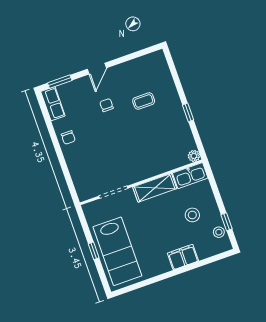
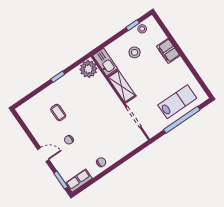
plant: (194, 156) -> (88, 69), width x1.87, depth x1.87
window: (94, 251) -> (182, 120), width x3.17
lab bench: (117, 251) -> (177, 102), width x0.73, depth x0.72

